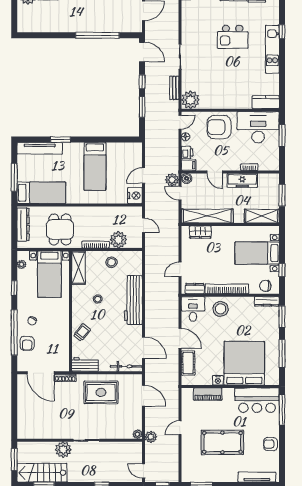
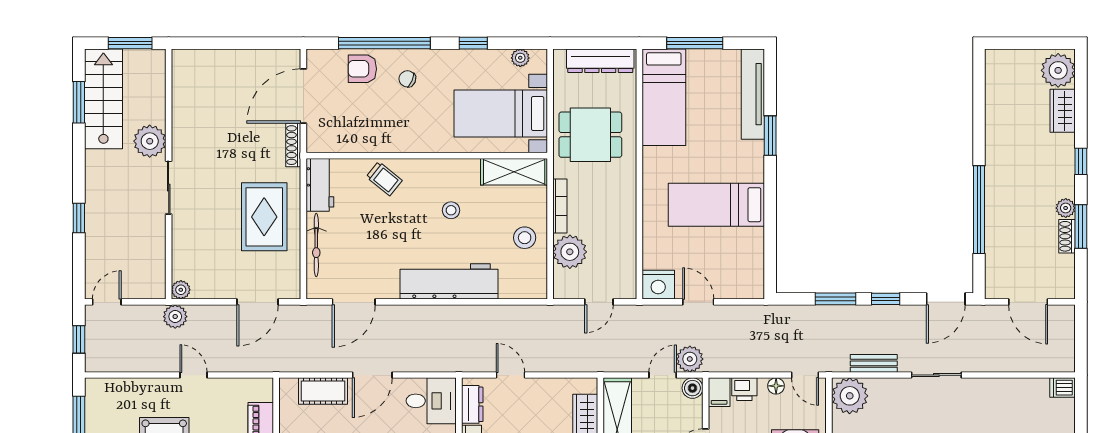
bicycle: (126, 366) -> (316, 245), moved

